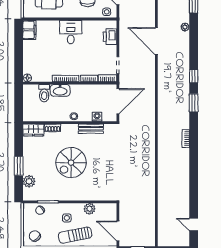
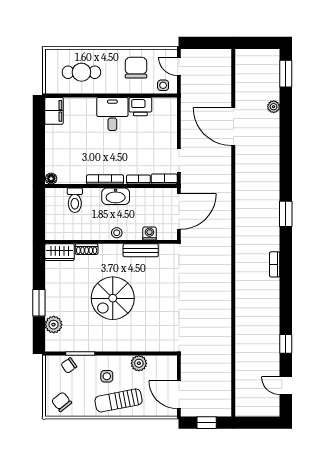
printer: (110, 37) -> (140, 107), moved, turned -90
window: (194, 76) -> (286, 344), moved
washbasin: (60, 90) -> (116, 196), moved

